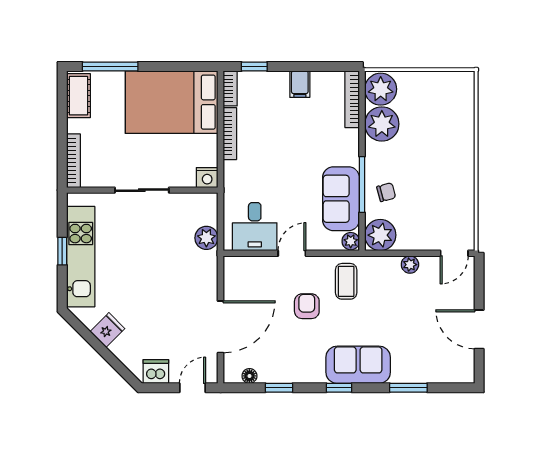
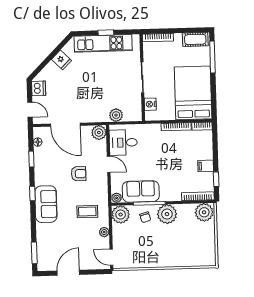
window: (254, 67) -> (216, 179), moved
plant: (382, 124) -> (167, 214), moved
nightstand: (207, 178) -> (150, 104), moved
plant: (236, 269) -> (99, 133), added
coffee table: (346, 281) -> (87, 212), moved
window: (408, 388) -> (34, 253), moved

